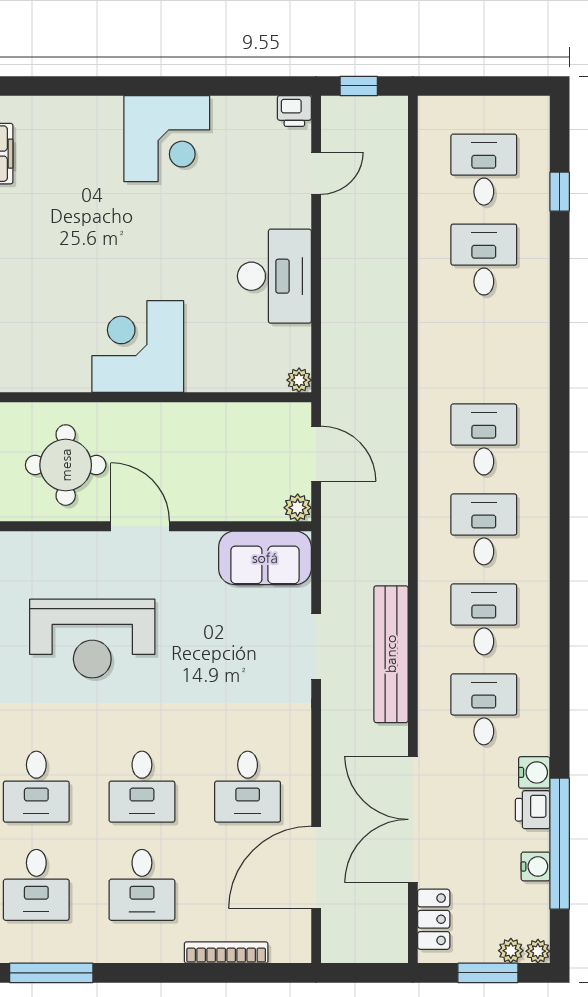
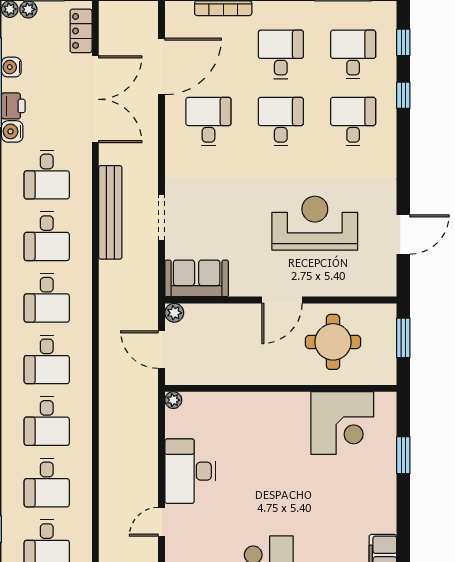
door: (316, 173) -> (162, 522), moved
corner desk: (138, 346) -> (342, 423), moved
desk: (484, 349) -> (47, 421), added
door: (140, 526) -> (282, 300), hinge flipped

